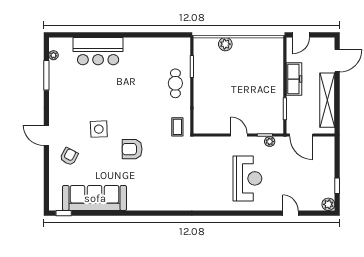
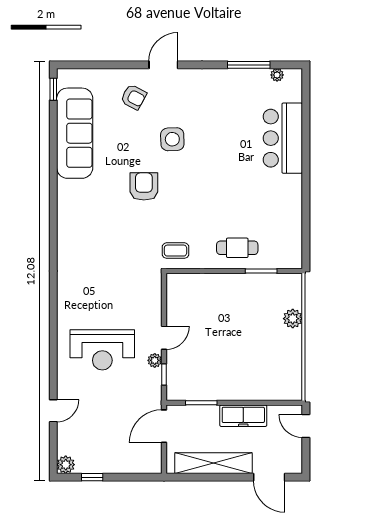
plant: (270, 142) -> (155, 360), moved

